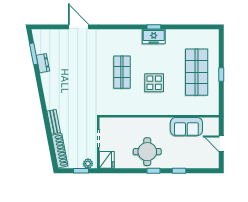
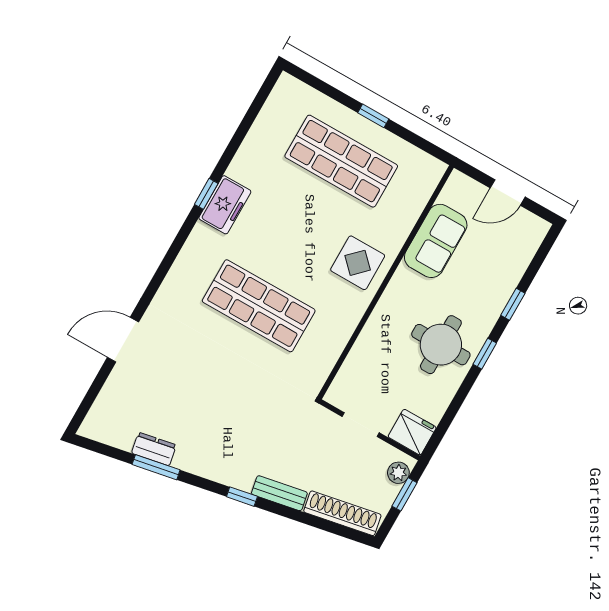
window: (34, 54) -> (156, 467), moved
shop shelf: (122, 72) -> (259, 306), width x1.43, depth x1.36
display table: (154, 83) -> (358, 263), moved
window: (44, 108) -> (242, 497), added

